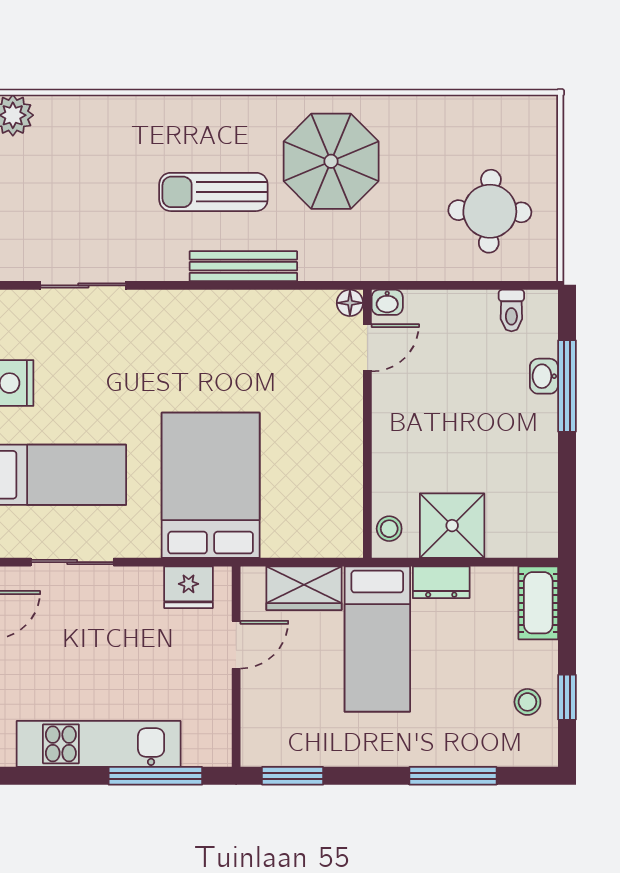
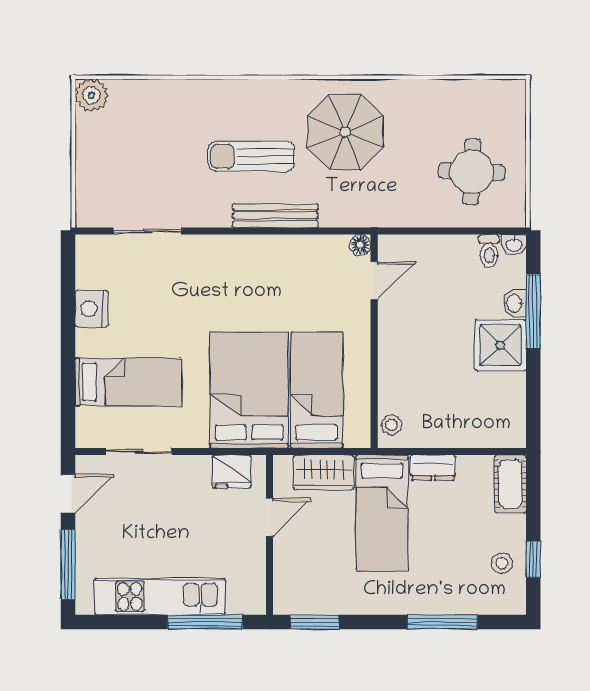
washbasin: (387, 302) -> (514, 244), moved
bed: (295, 485) -> (317, 390), added
shower: (452, 526) -> (500, 345), moved

